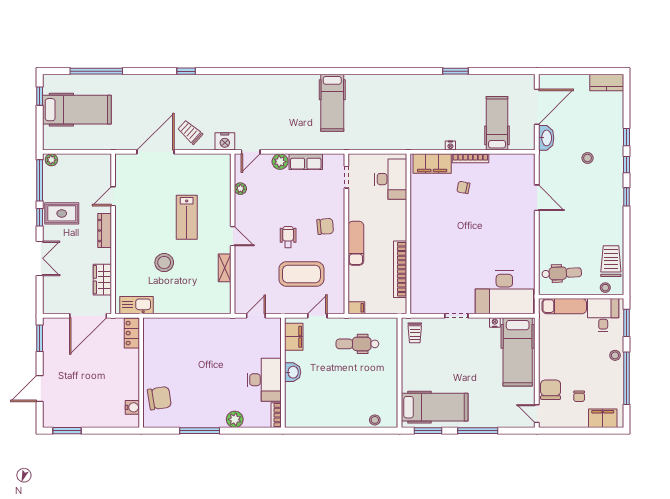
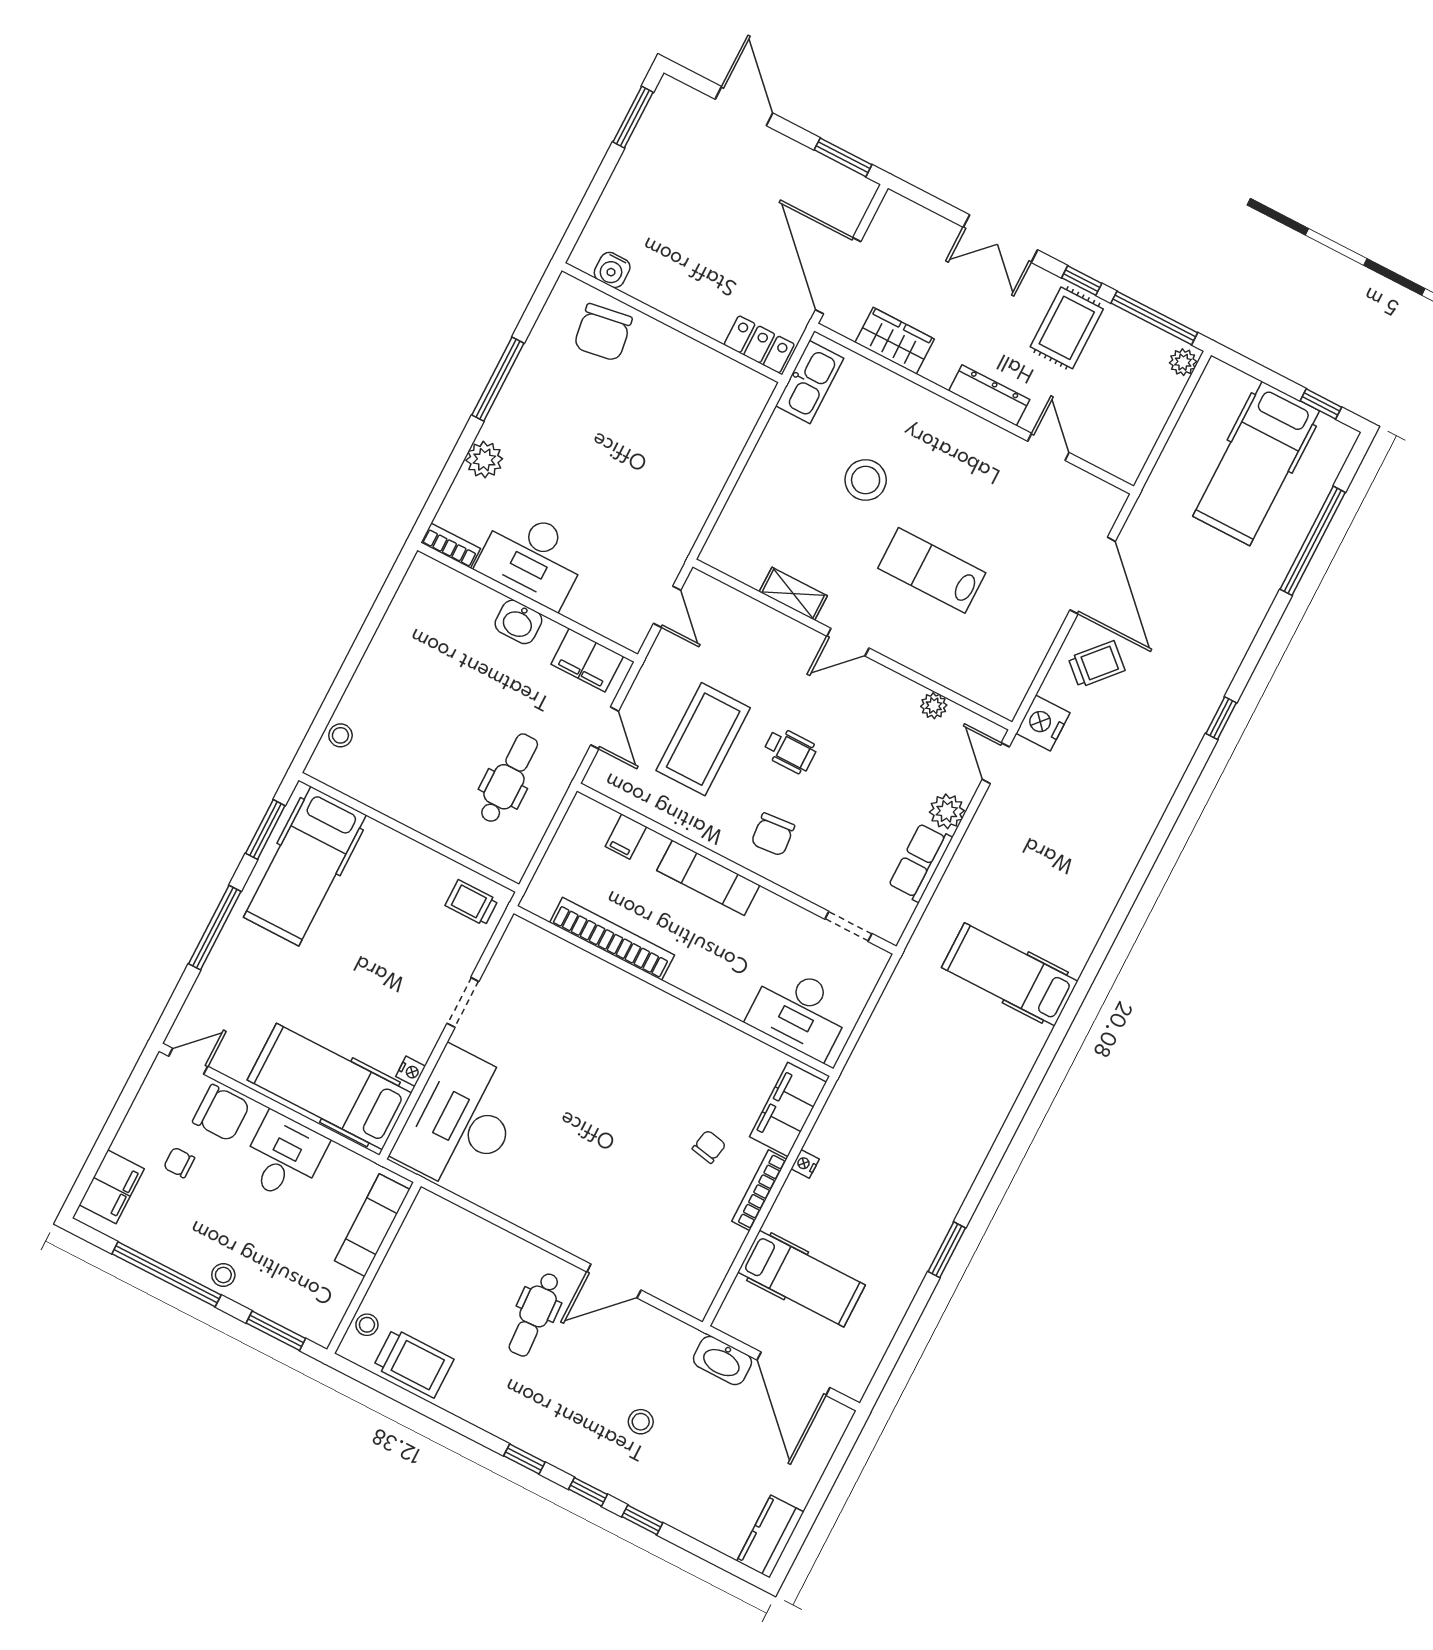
dental chair: (562, 273) -> (534, 1314), moved
filing cabinet: (356, 308) -> (626, 837), moved
desk: (603, 315) -> (284, 1157), moved, turned -90

